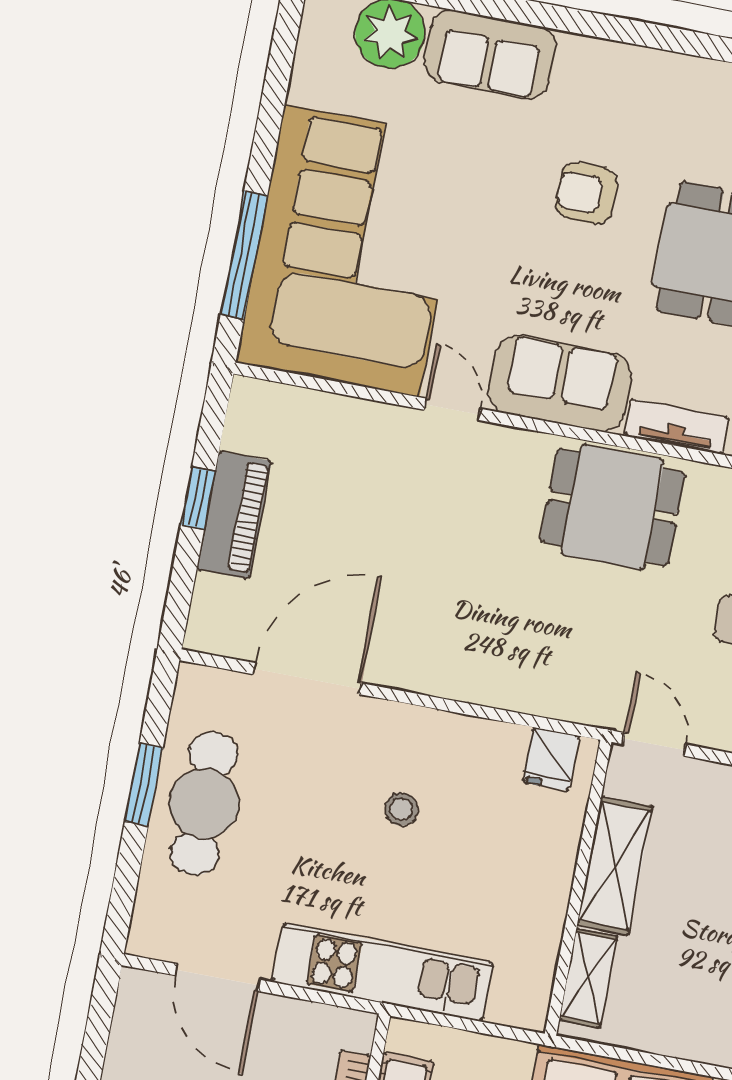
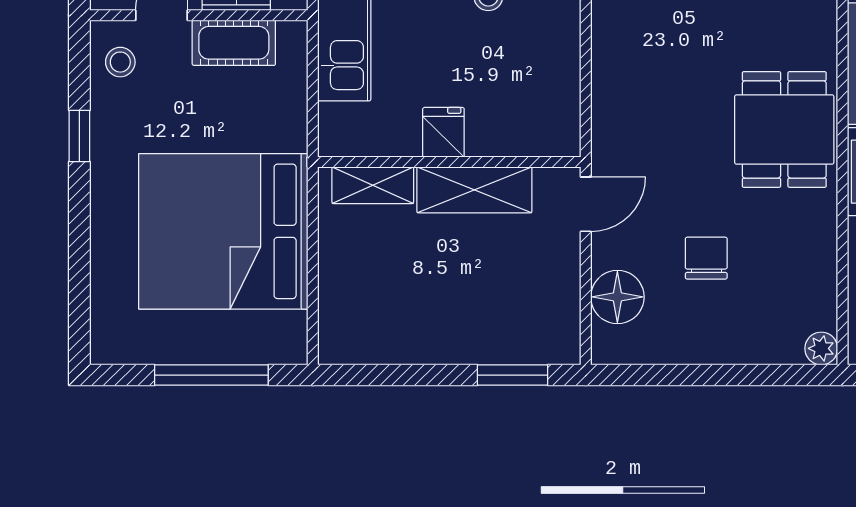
fridge: (551, 759) -> (443, 132), moved, turned 90

